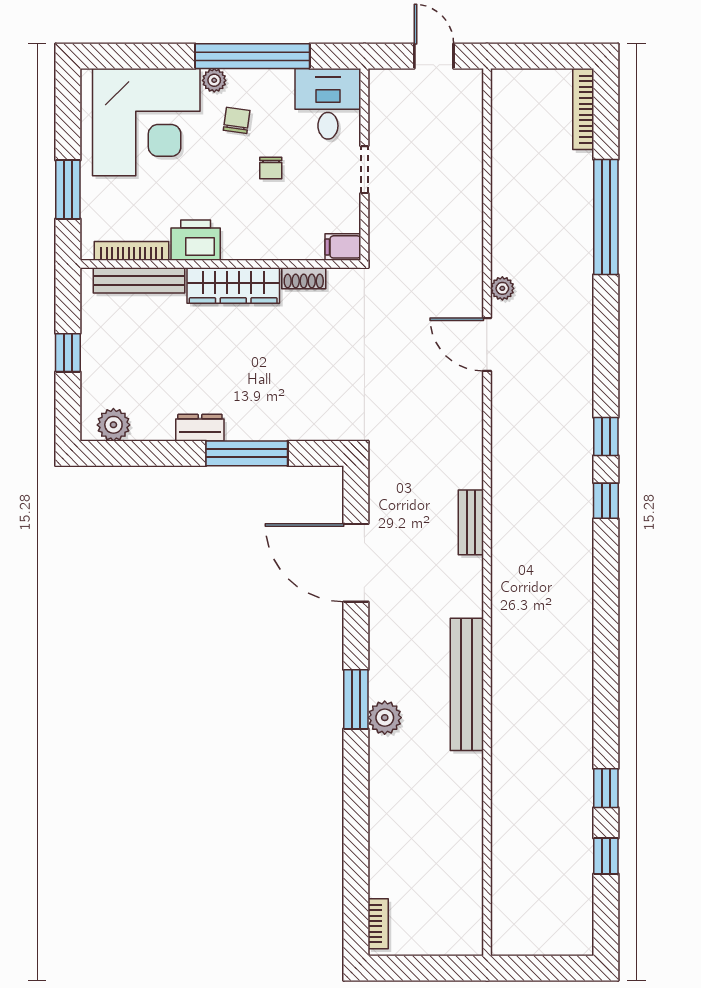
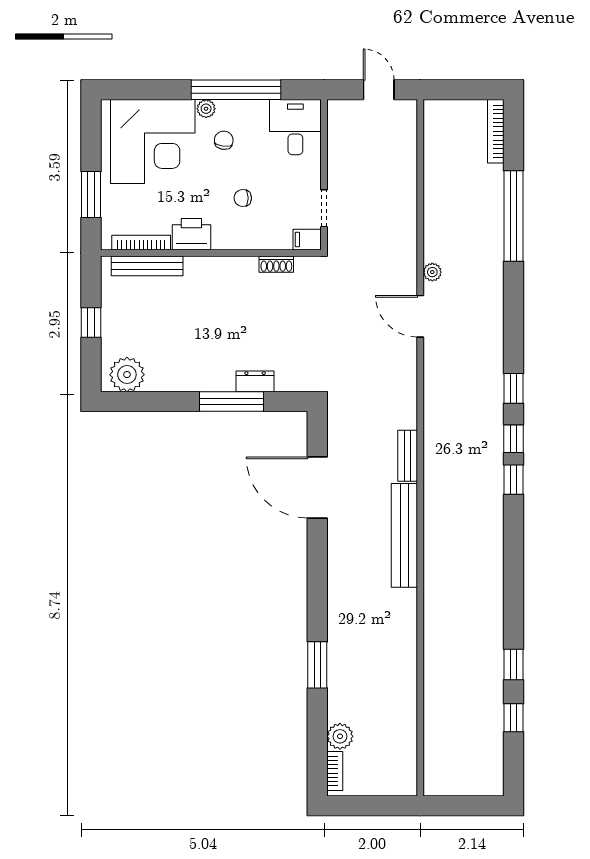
chair: (271, 168) -> (243, 198), moved, turned 90
doorway: (364, 170) -> (324, 208), moved
wardrobe: (233, 286) -> (221, 270), removed
plant: (113, 425) -> (127, 375), width x1.36, depth x1.36
dresser: (200, 428) -> (255, 381), moved
window: (606, 553) -> (514, 480), added
bench: (467, 684) -> (404, 535), moved
window: (356, 699) -> (317, 665), moved
plant: (385, 718) -> (340, 736), moved

